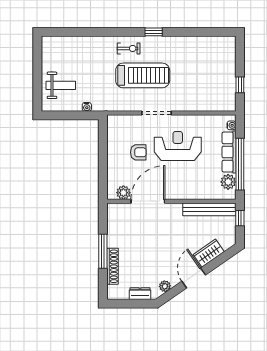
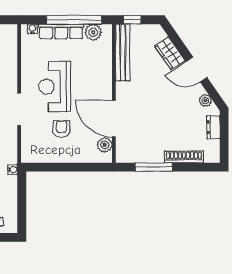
water cooler: (87, 107) -> (13, 170), moved
window: (103, 251) -> (154, 167), moved

